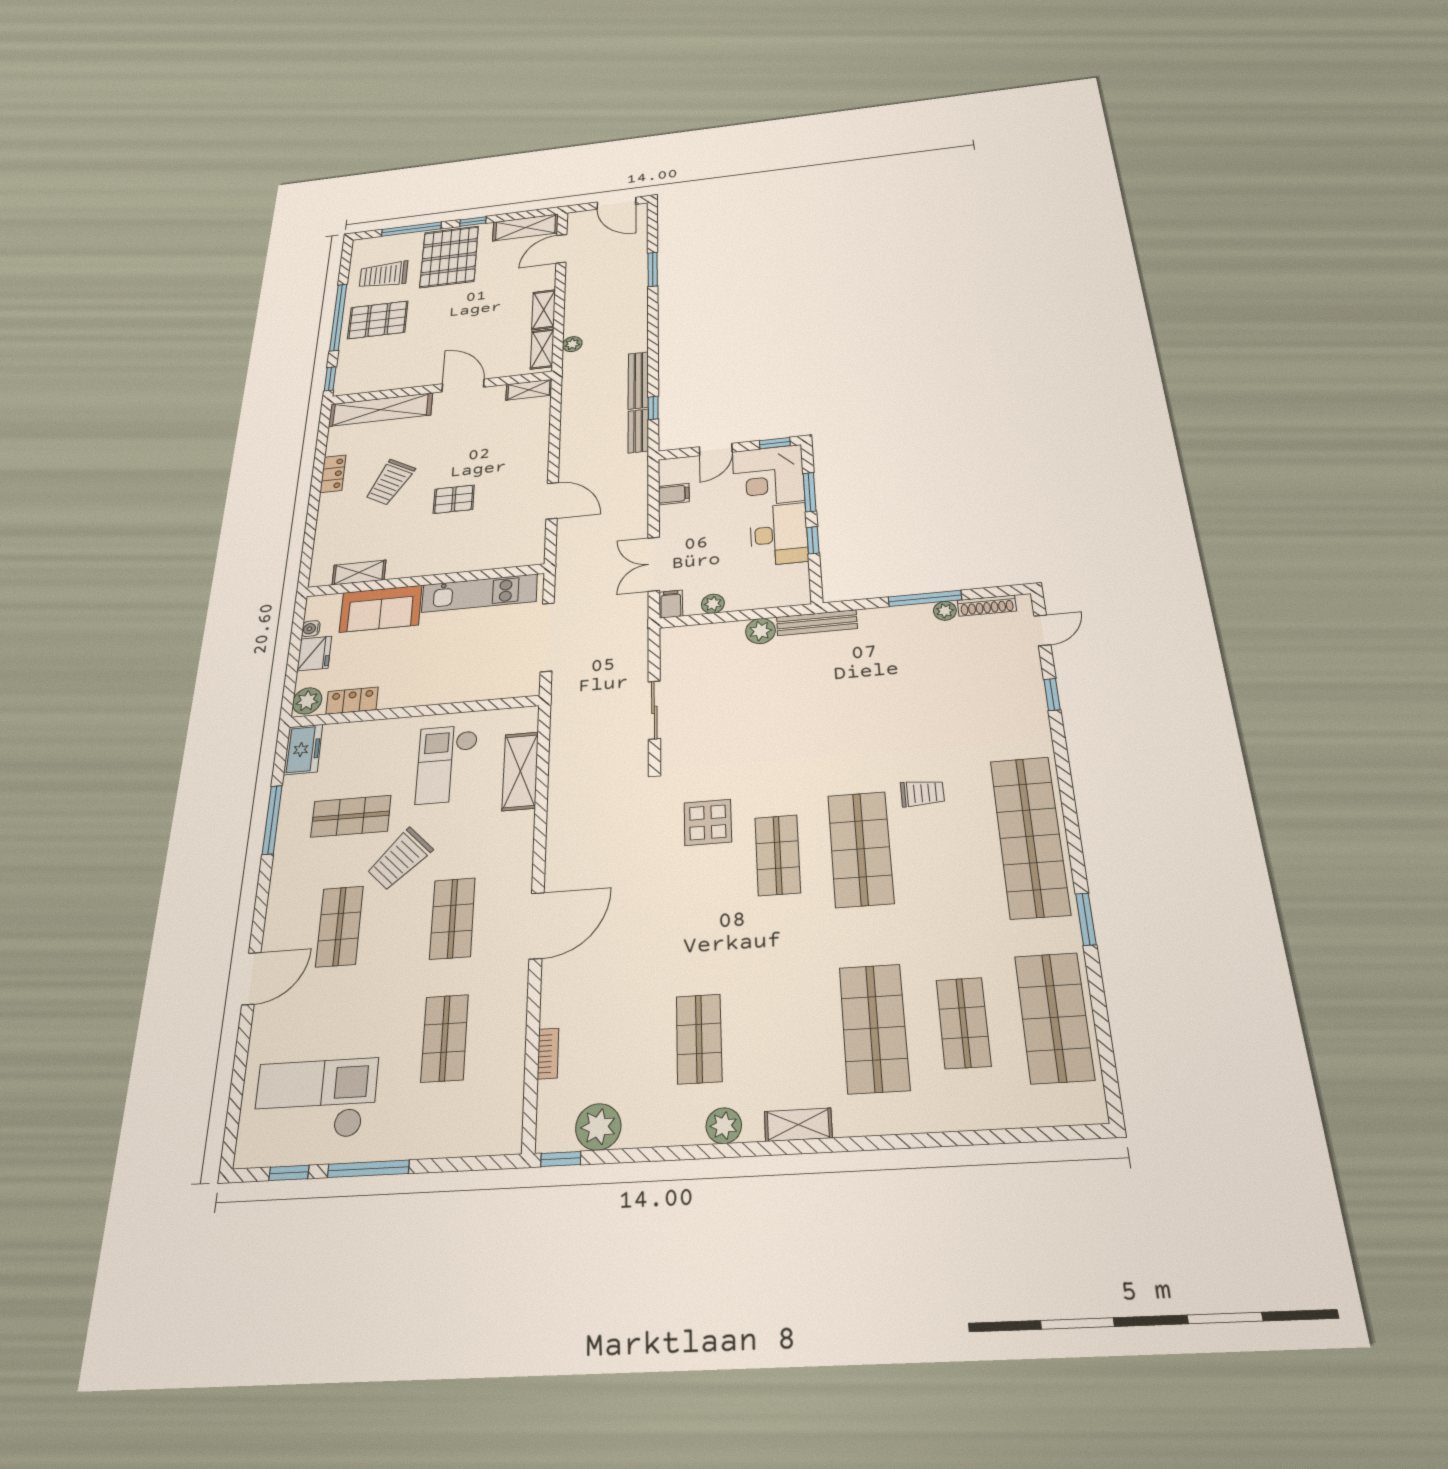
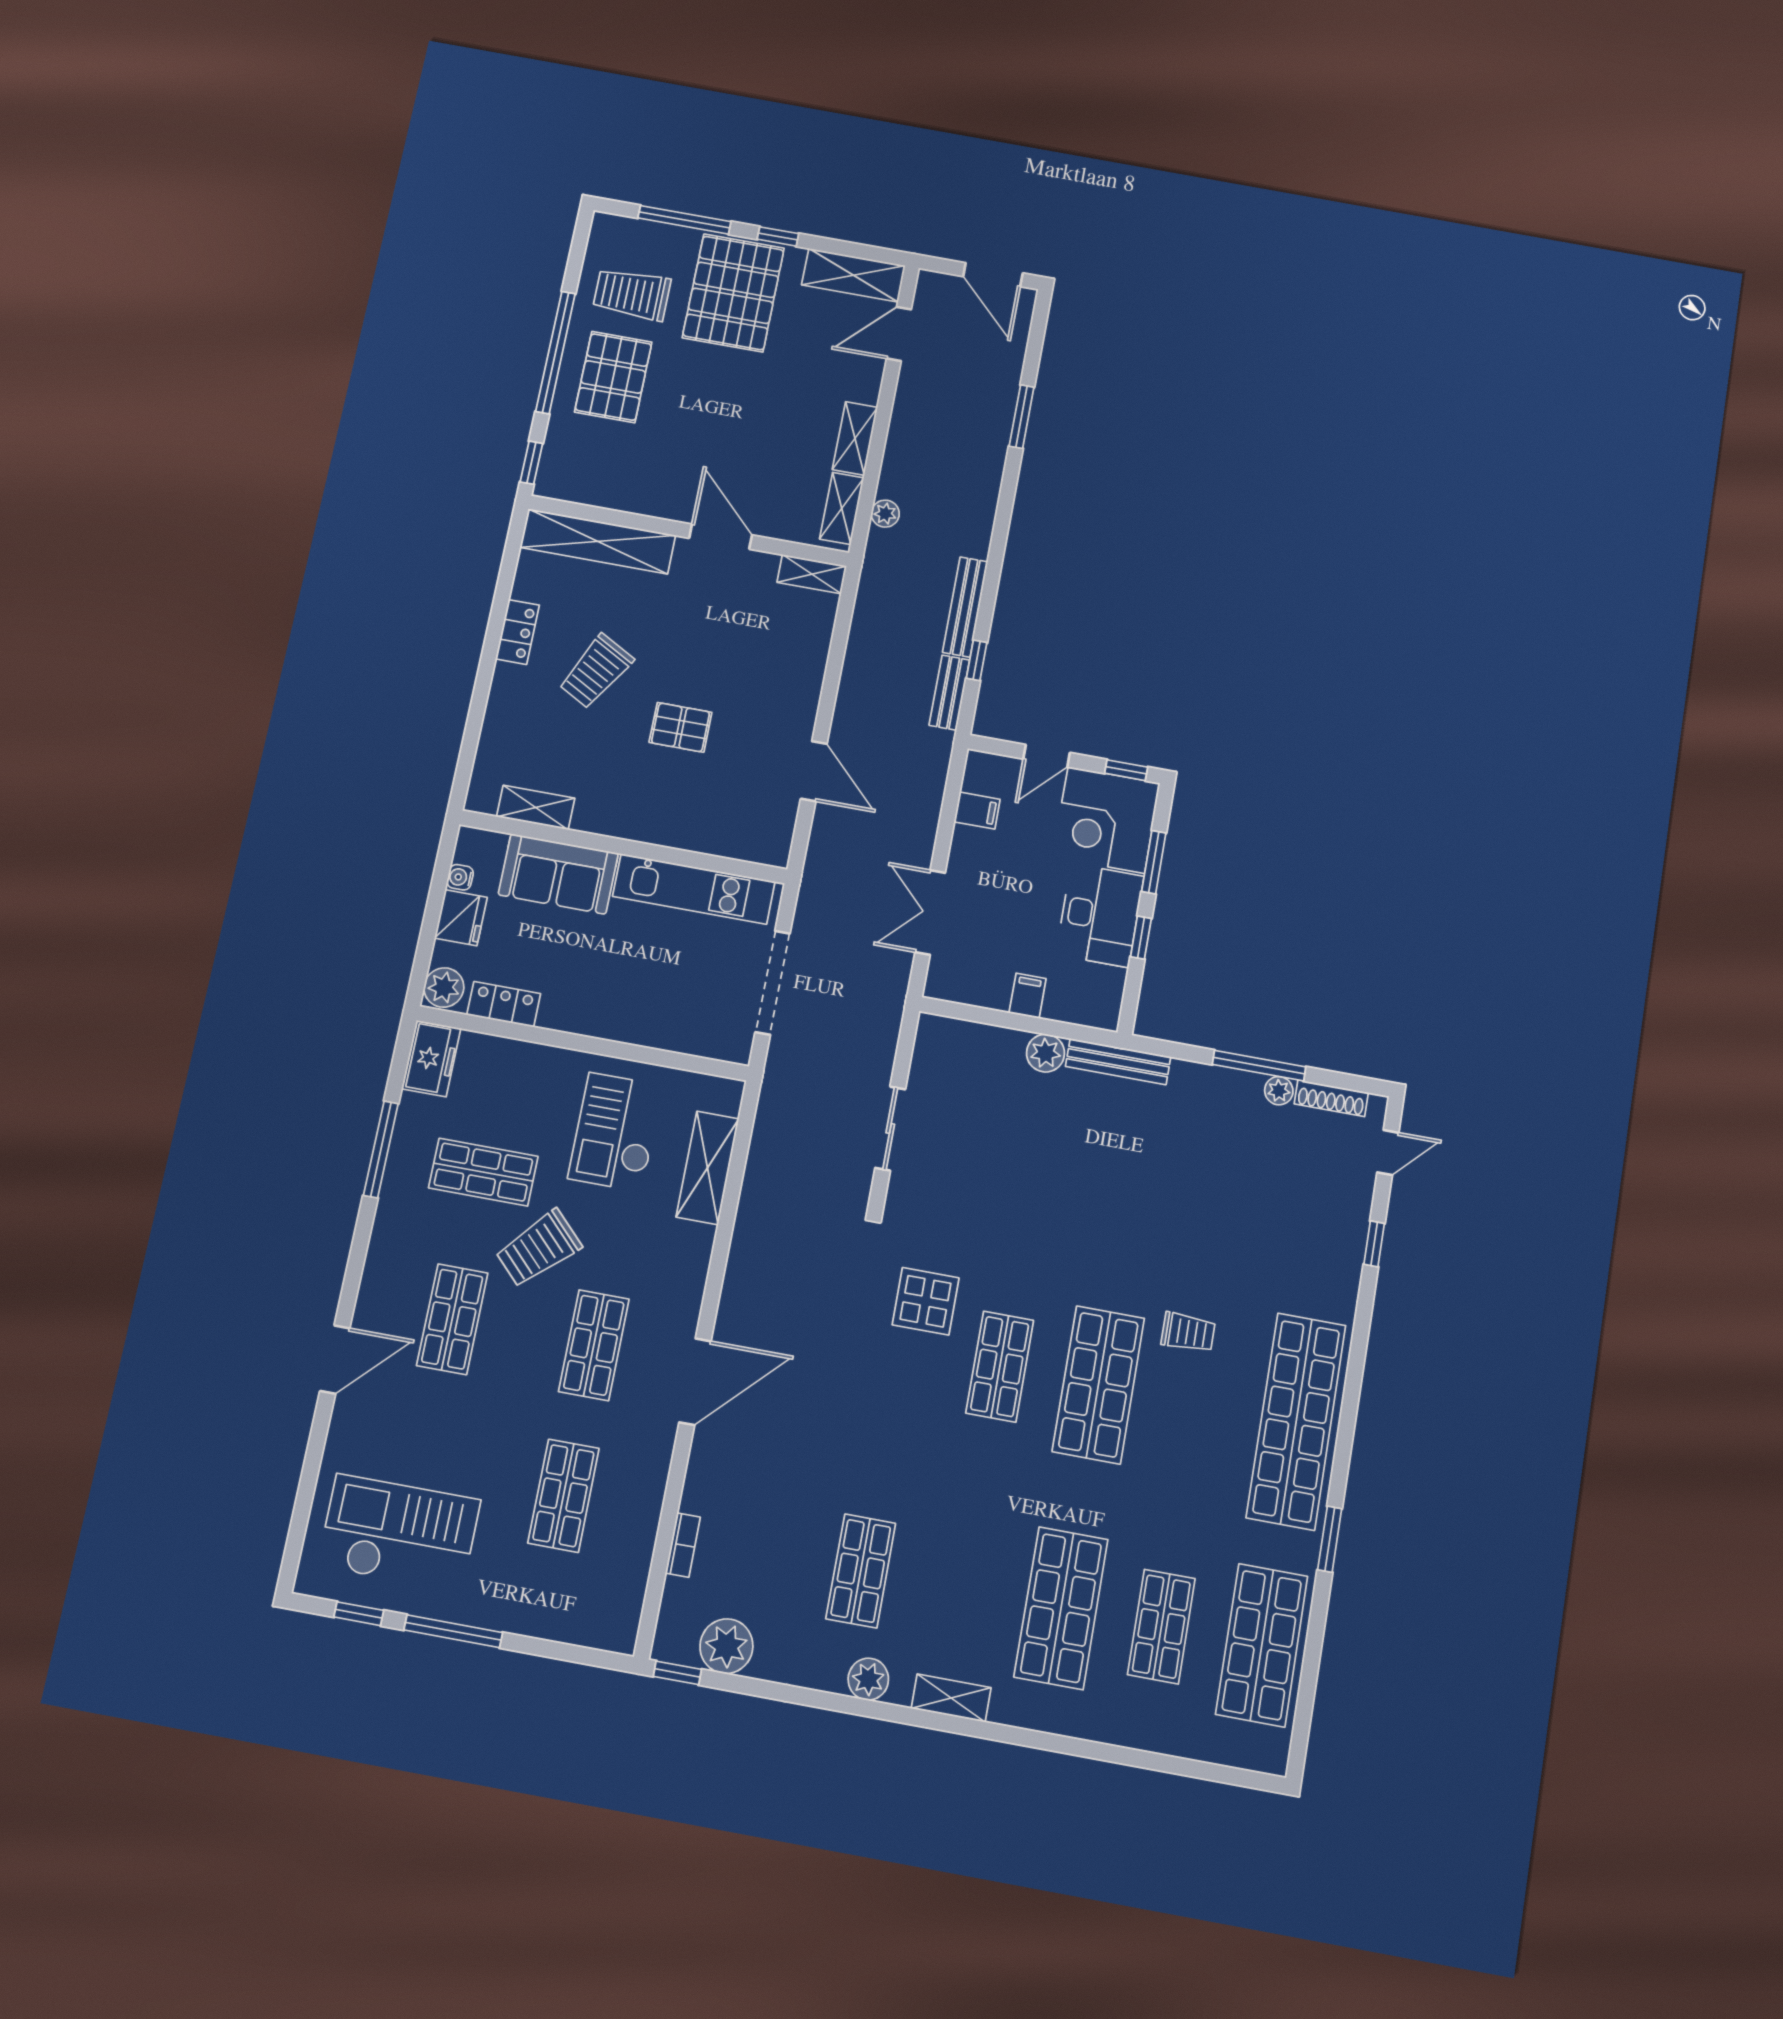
pallet: (378, 320) -> (613, 377), turned 90
filing cabinet: (671, 604) -> (1028, 996), moved
plant: (713, 604) -> (994, 995), removed

